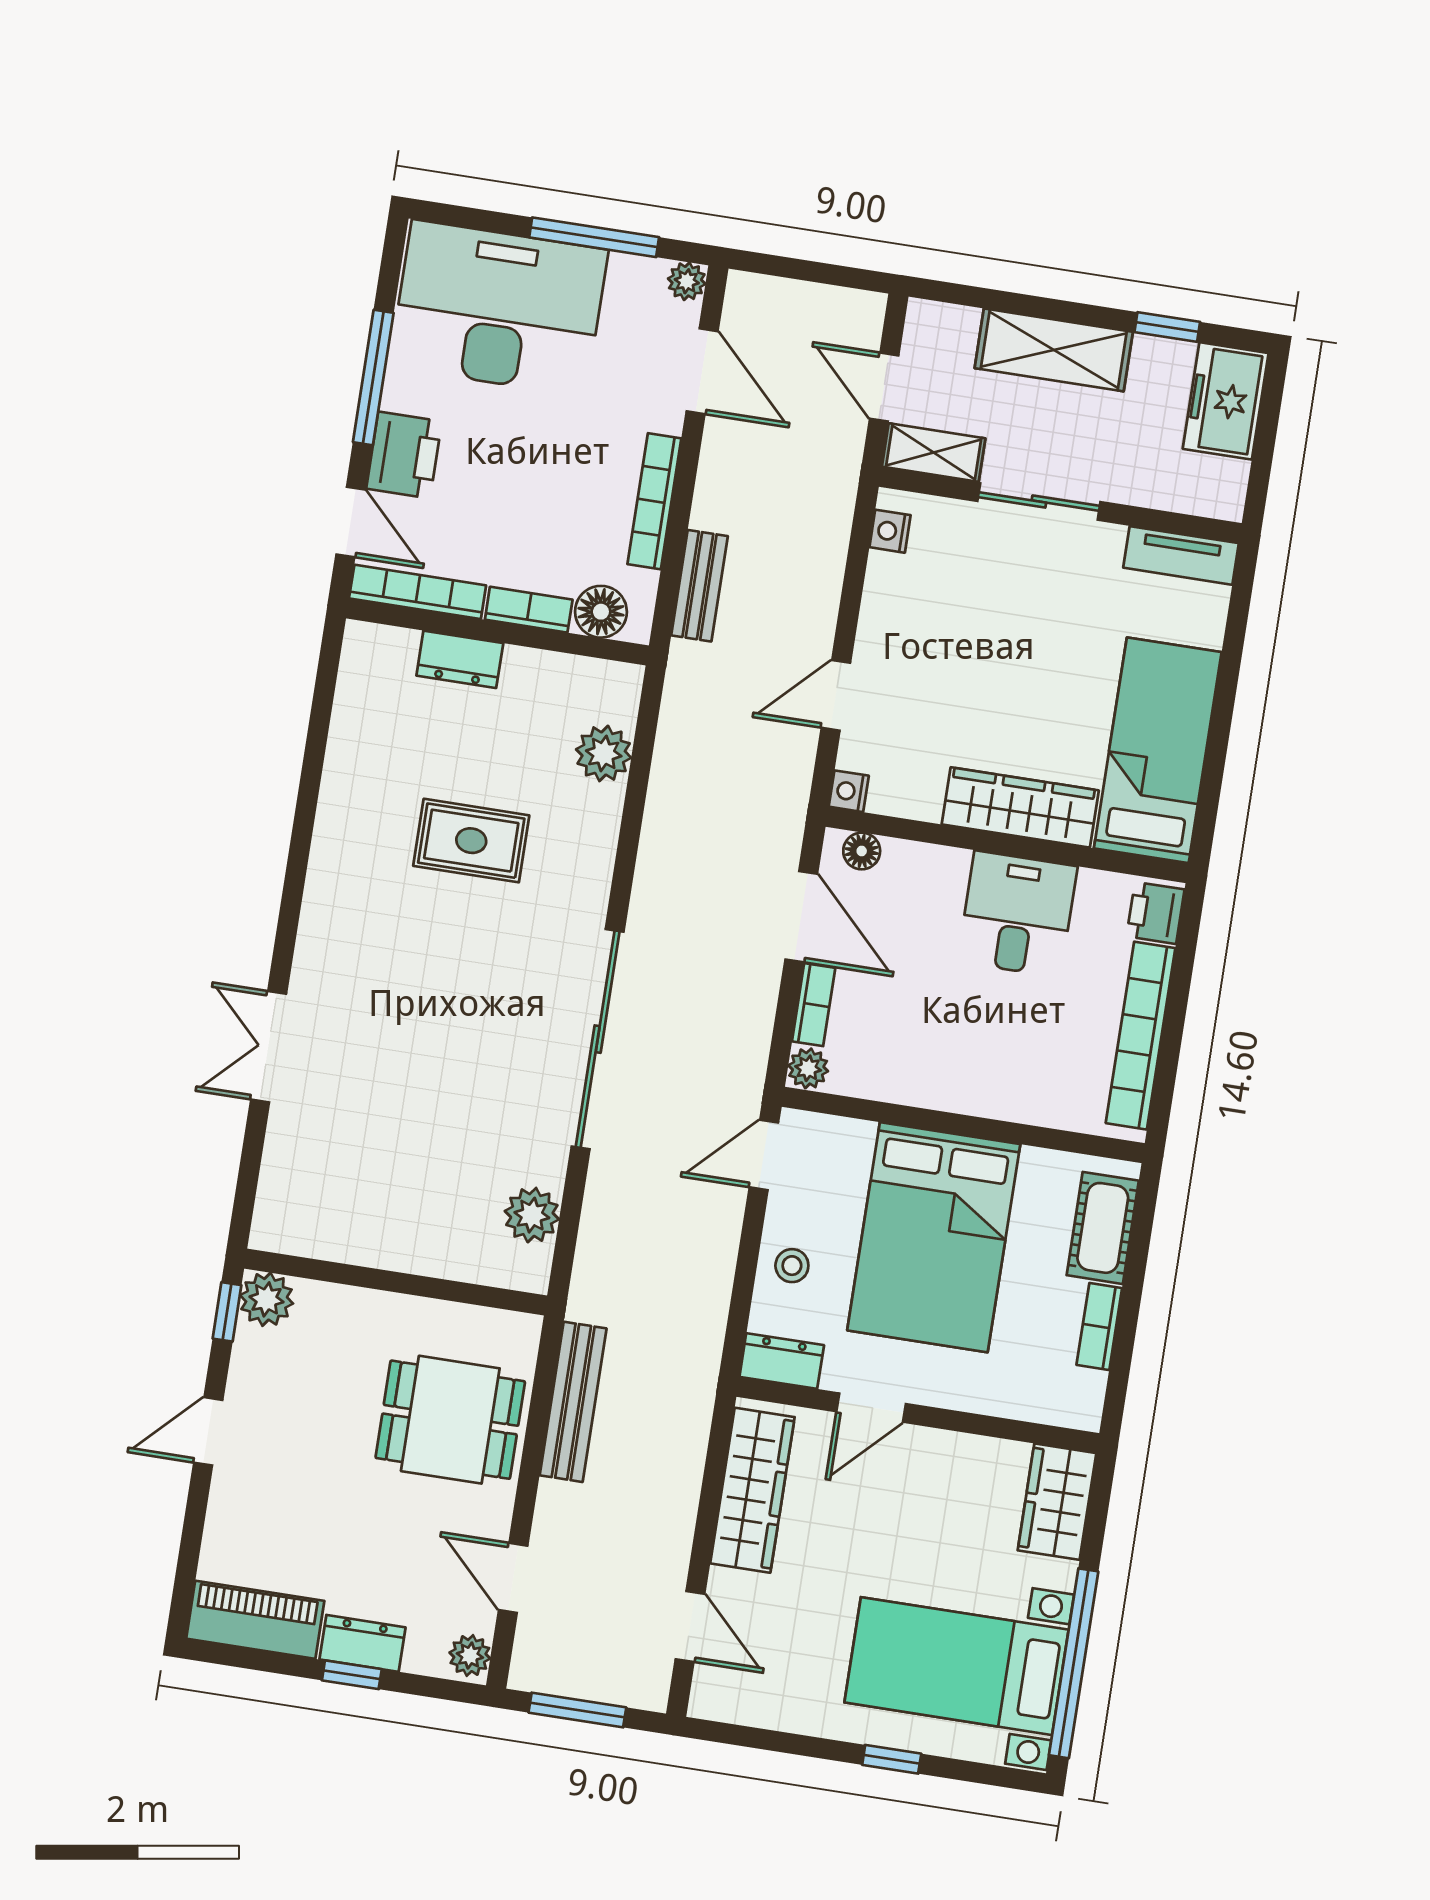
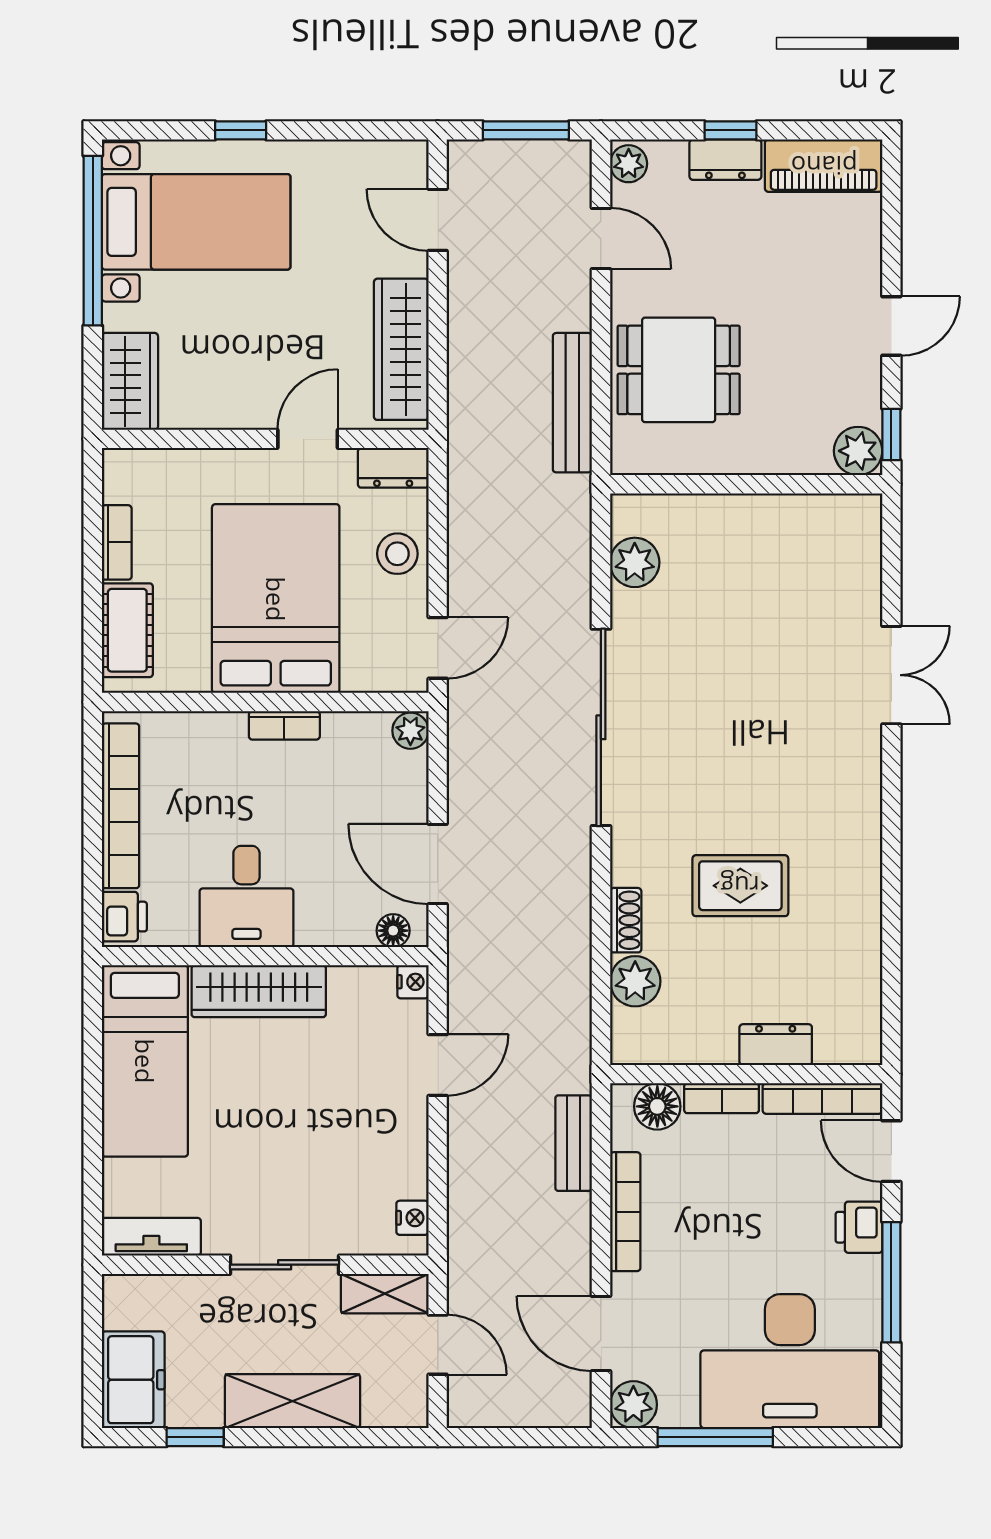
plant: (687, 281) -> (633, 1405), width x1.38, depth x1.38
printer: (404, 455) -> (859, 1227), width x0.73, depth x0.81
shoe rack: (604, 822) -> (626, 920), added
bookcase: (814, 1005) -> (284, 725), moved, turned -90
stool: (792, 1266) -> (397, 554), width x1.37, depth x1.37

